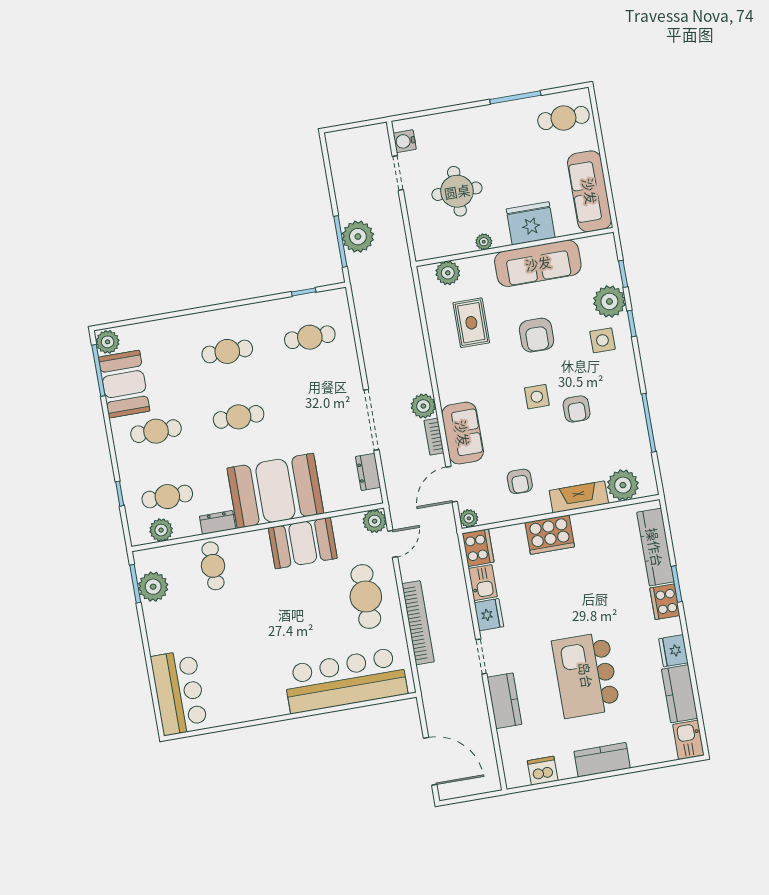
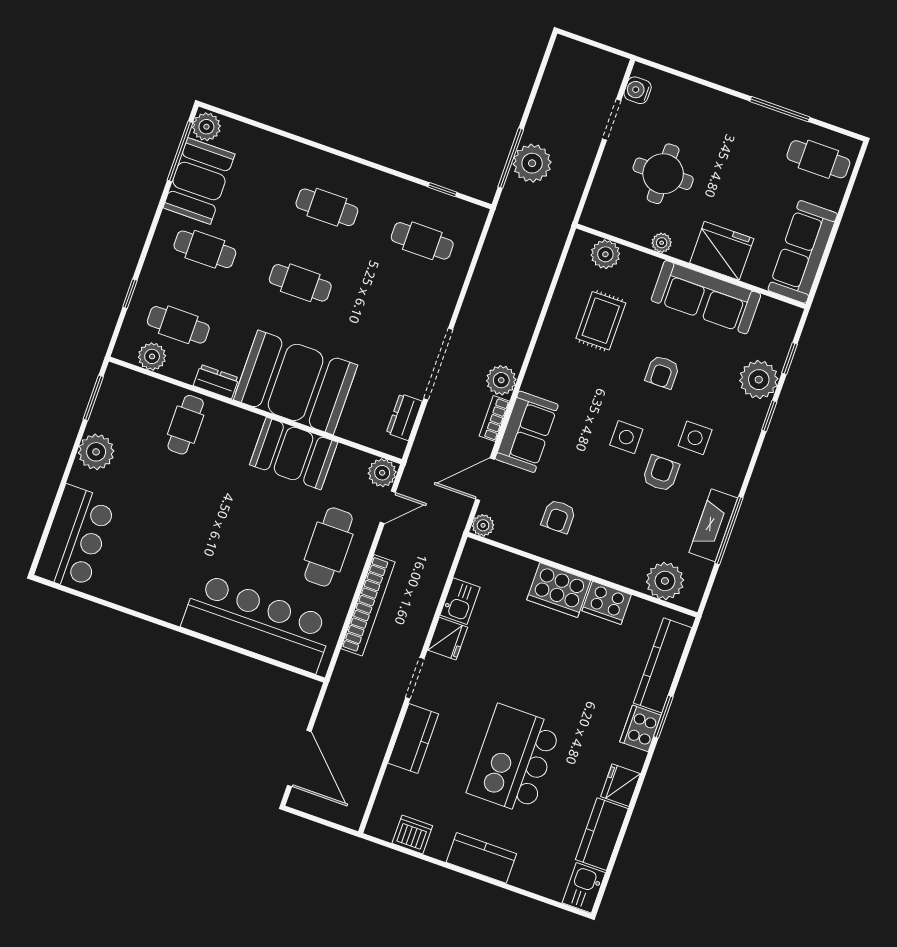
armchair: (537, 335) -> (662, 372), width x0.72, depth x0.72
side table: (602, 340) -> (695, 438), moved
armchair: (577, 409) -> (661, 473), turned 180
fireplace: (579, 497) -> (713, 525), moved, turned -90
cooker: (478, 548) -> (607, 603), moved, turned 90
plant: (153, 587) -> (96, 452), moved

